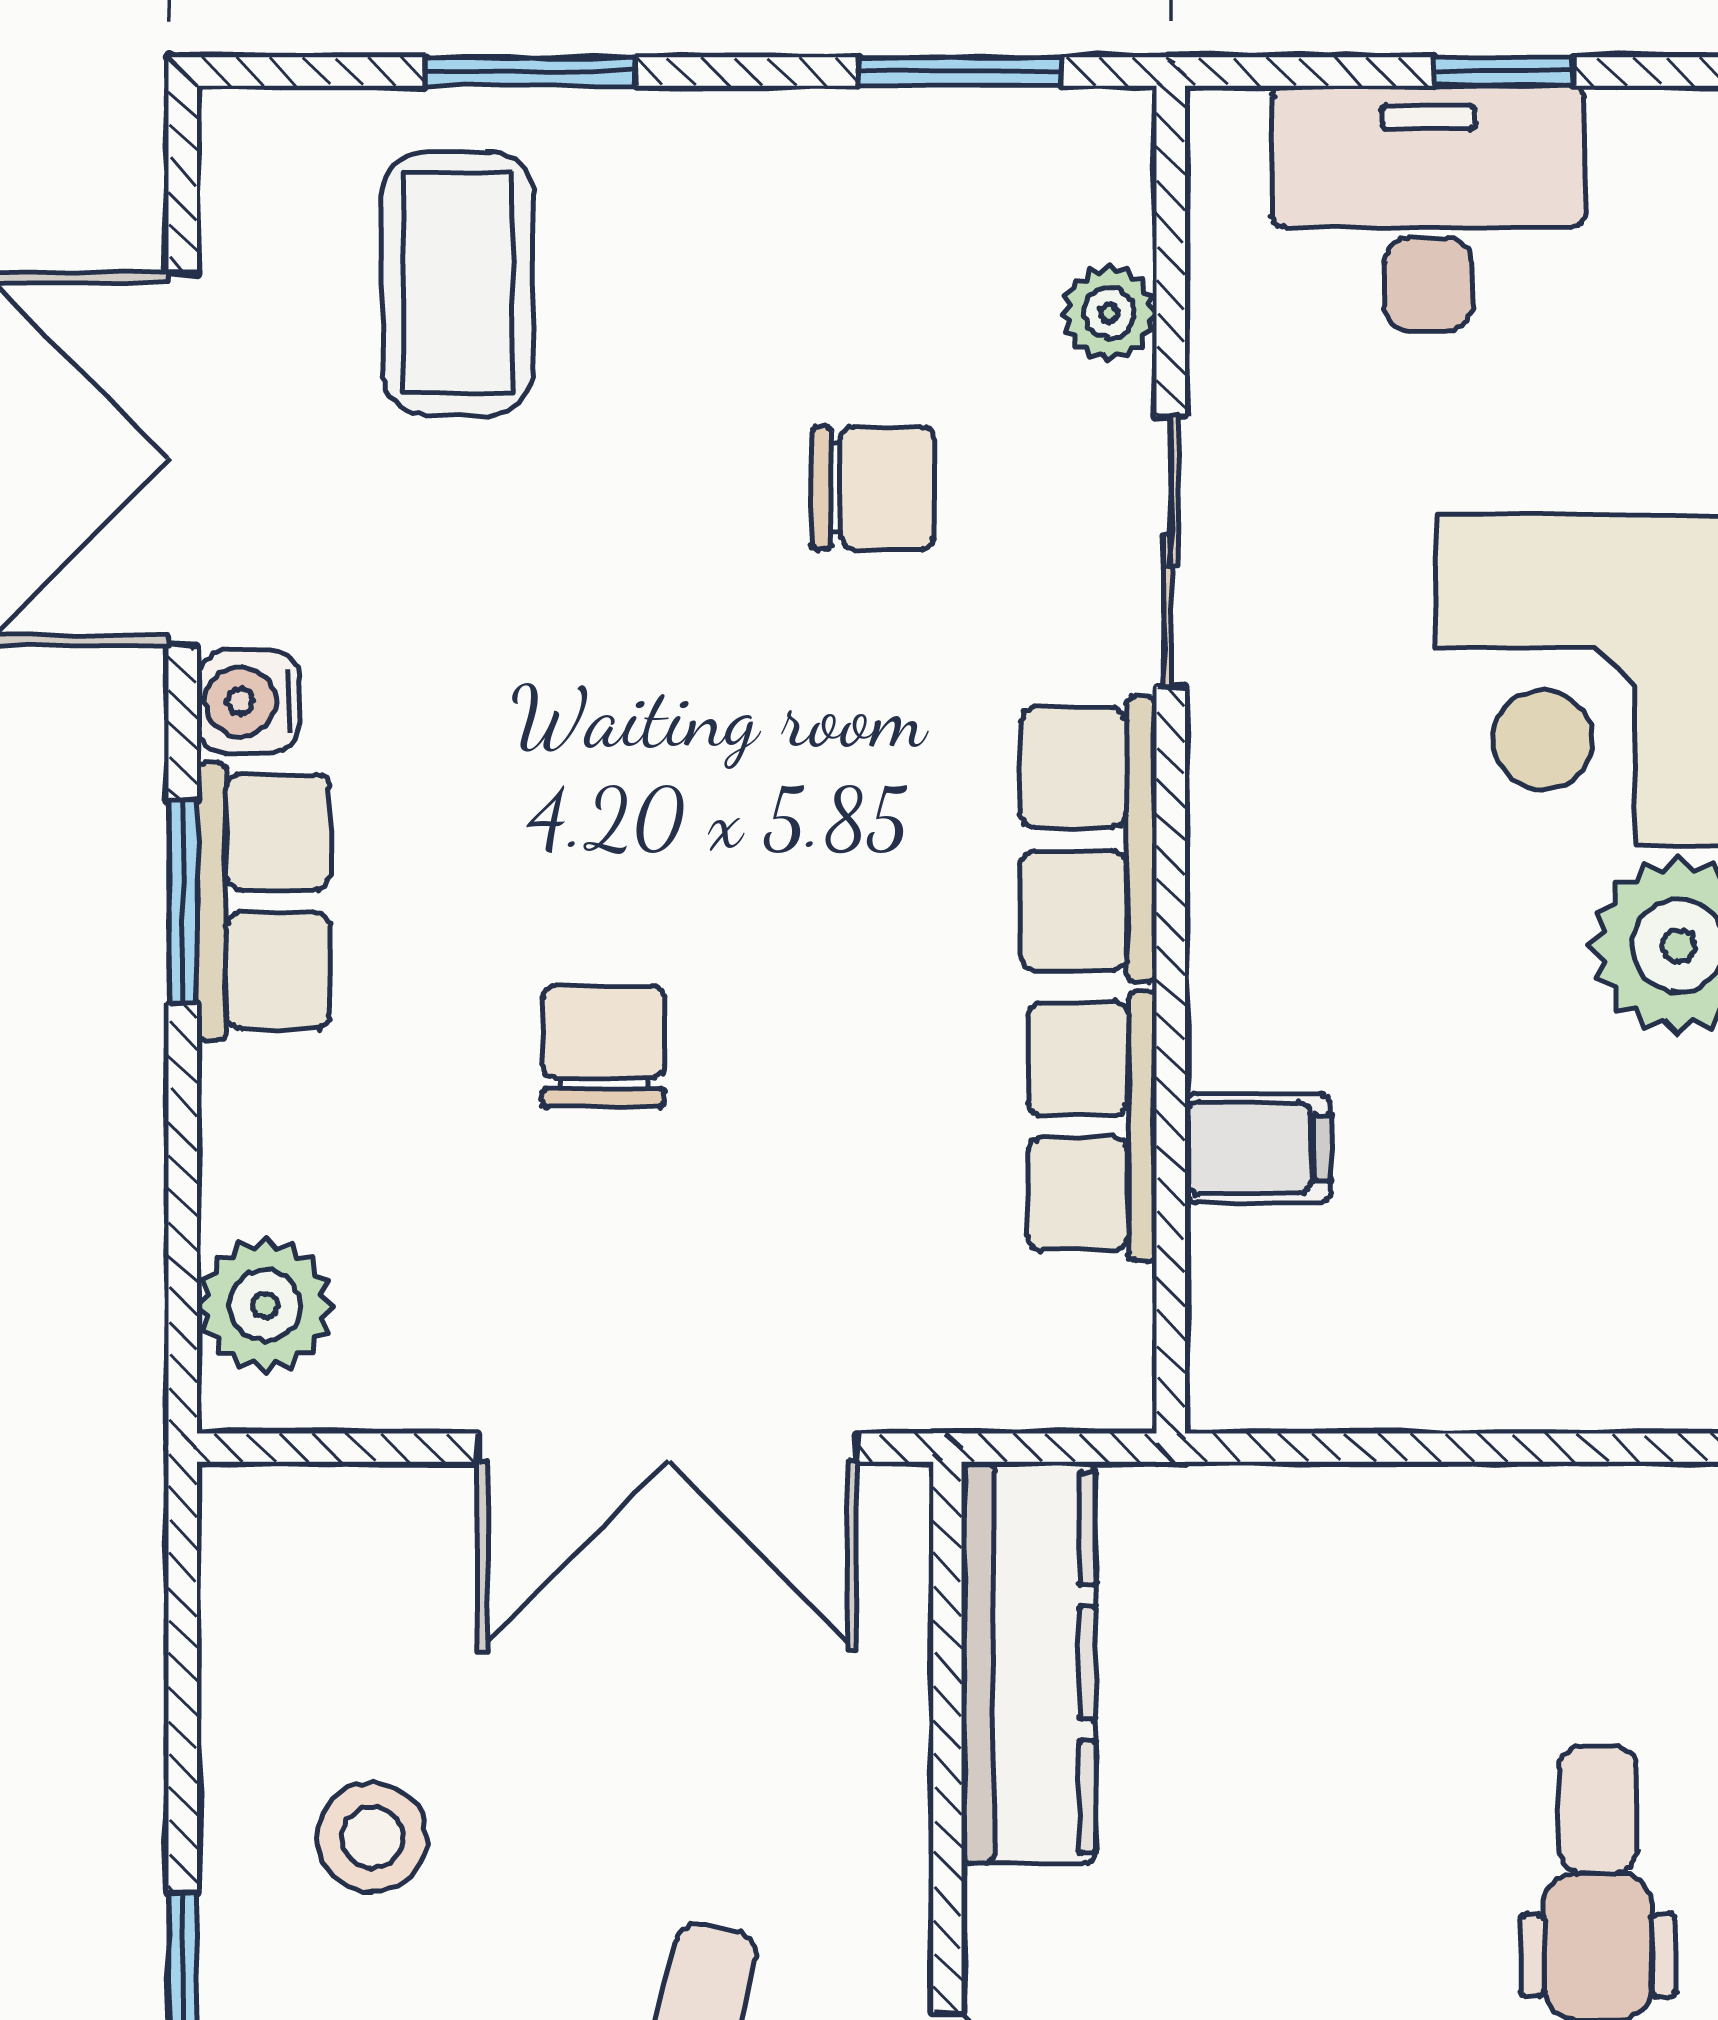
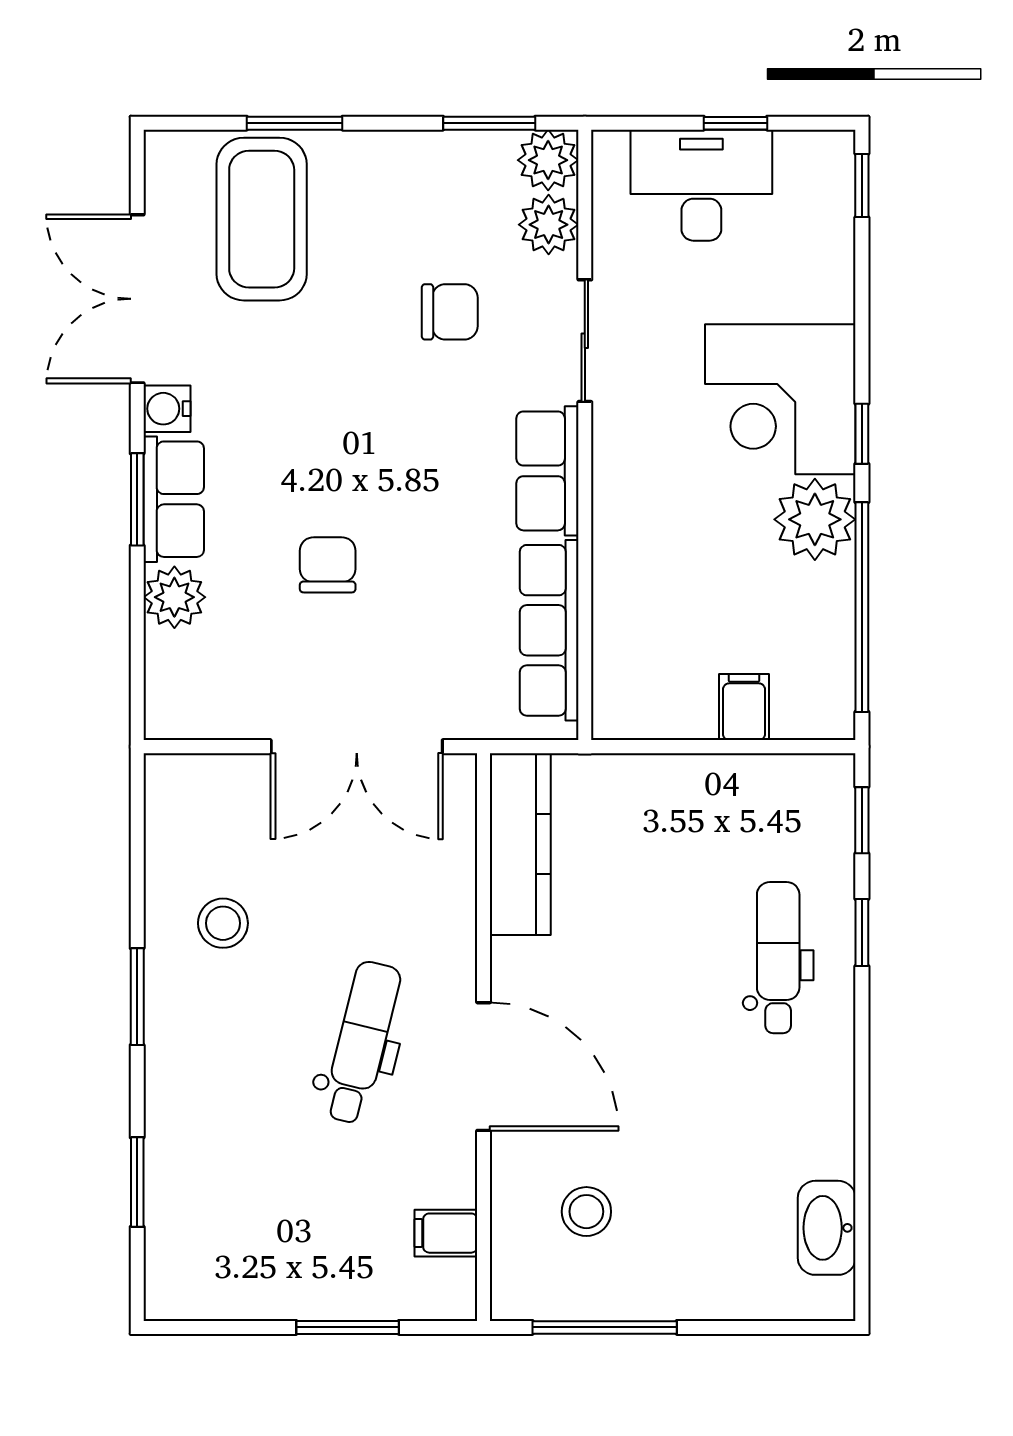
plant: (1090, 153) -> (548, 160), added
coffee table: (458, 283) -> (262, 219), width x1.36, depth x1.32
plant: (1109, 313) -> (549, 225), width x1.38, depth x1.38
row of seats: (1092, 1126) -> (549, 630), width x1.48
filing cabinet: (1258, 1148) -> (744, 707), moved, turned -90
plant: (265, 1305) -> (174, 597), moved

